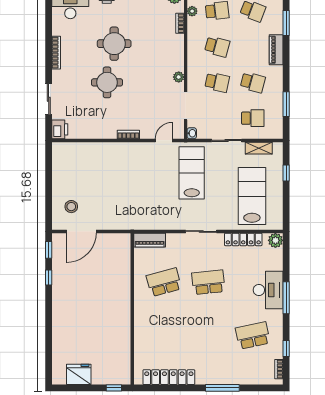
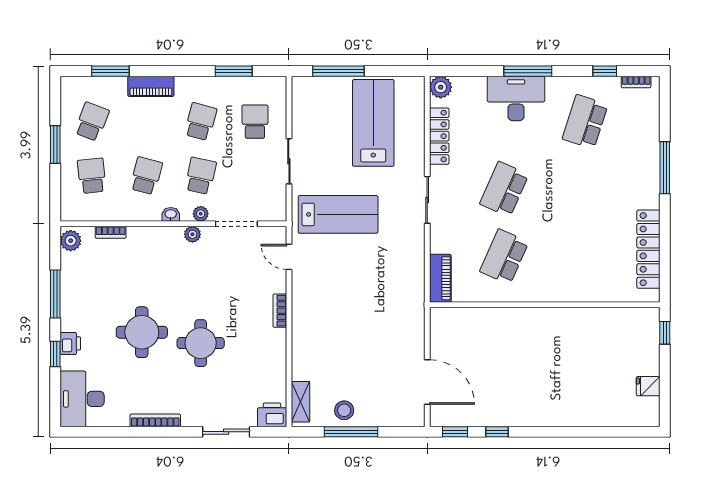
plant: (192, 11) -> (201, 214), moved
washbasin: (192, 133) -> (171, 214), moved
shelving: (259, 148) -> (300, 402), moved
lab bench: (192, 173) -> (338, 214), turned 180
window: (286, 173) -> (338, 71), width x2.17
window: (49, 181) -> (351, 432), added
lab bench: (252, 196) -> (373, 123), turned 90
stool: (71, 207) -> (344, 410), moved
school desk: (164, 282) -> (504, 257), turned 39
school desk: (208, 282) -> (504, 189), turned 30
school desk: (253, 335) -> (585, 122), turned 30
fridge: (79, 374) -> (648, 386), width x0.53, depth x0.75

